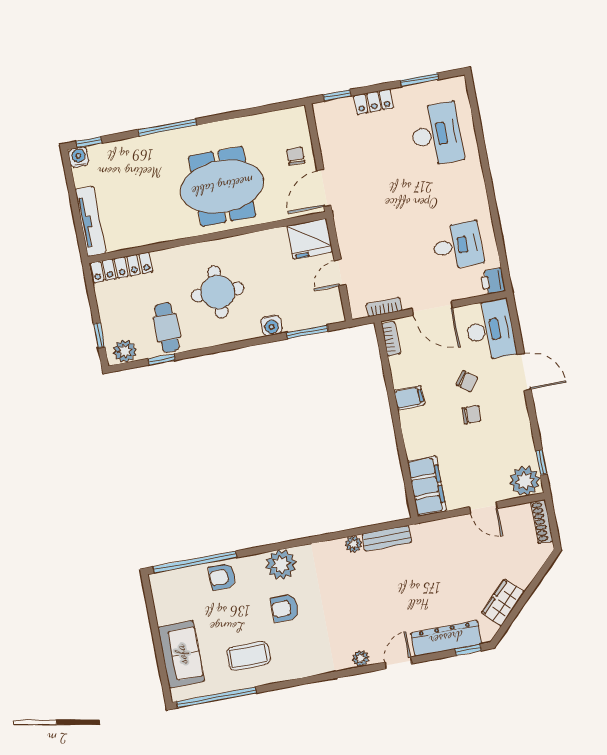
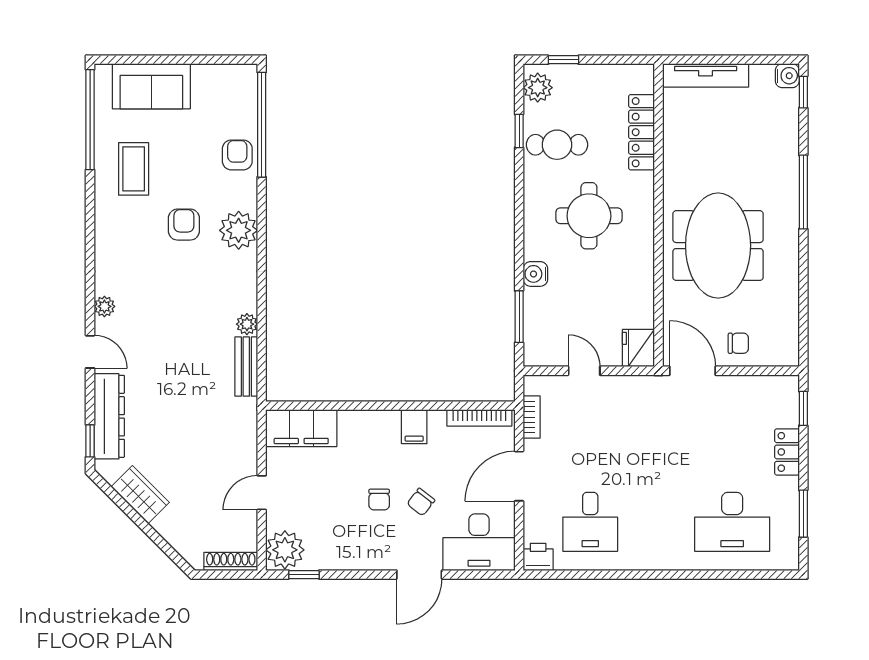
fridge: (310, 239) -> (638, 348), width x0.73, depth x0.75
locker: (121, 267) -> (642, 132), moved
bookcase: (391, 339) -> (479, 418), width x1.56

